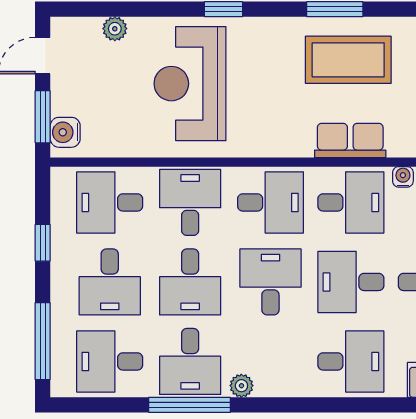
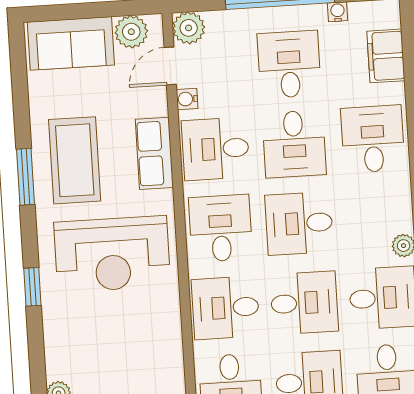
reception desk: (190, 84) -> (112, 254), moved
desk: (351, 202) -> (216, 149), turned -90

